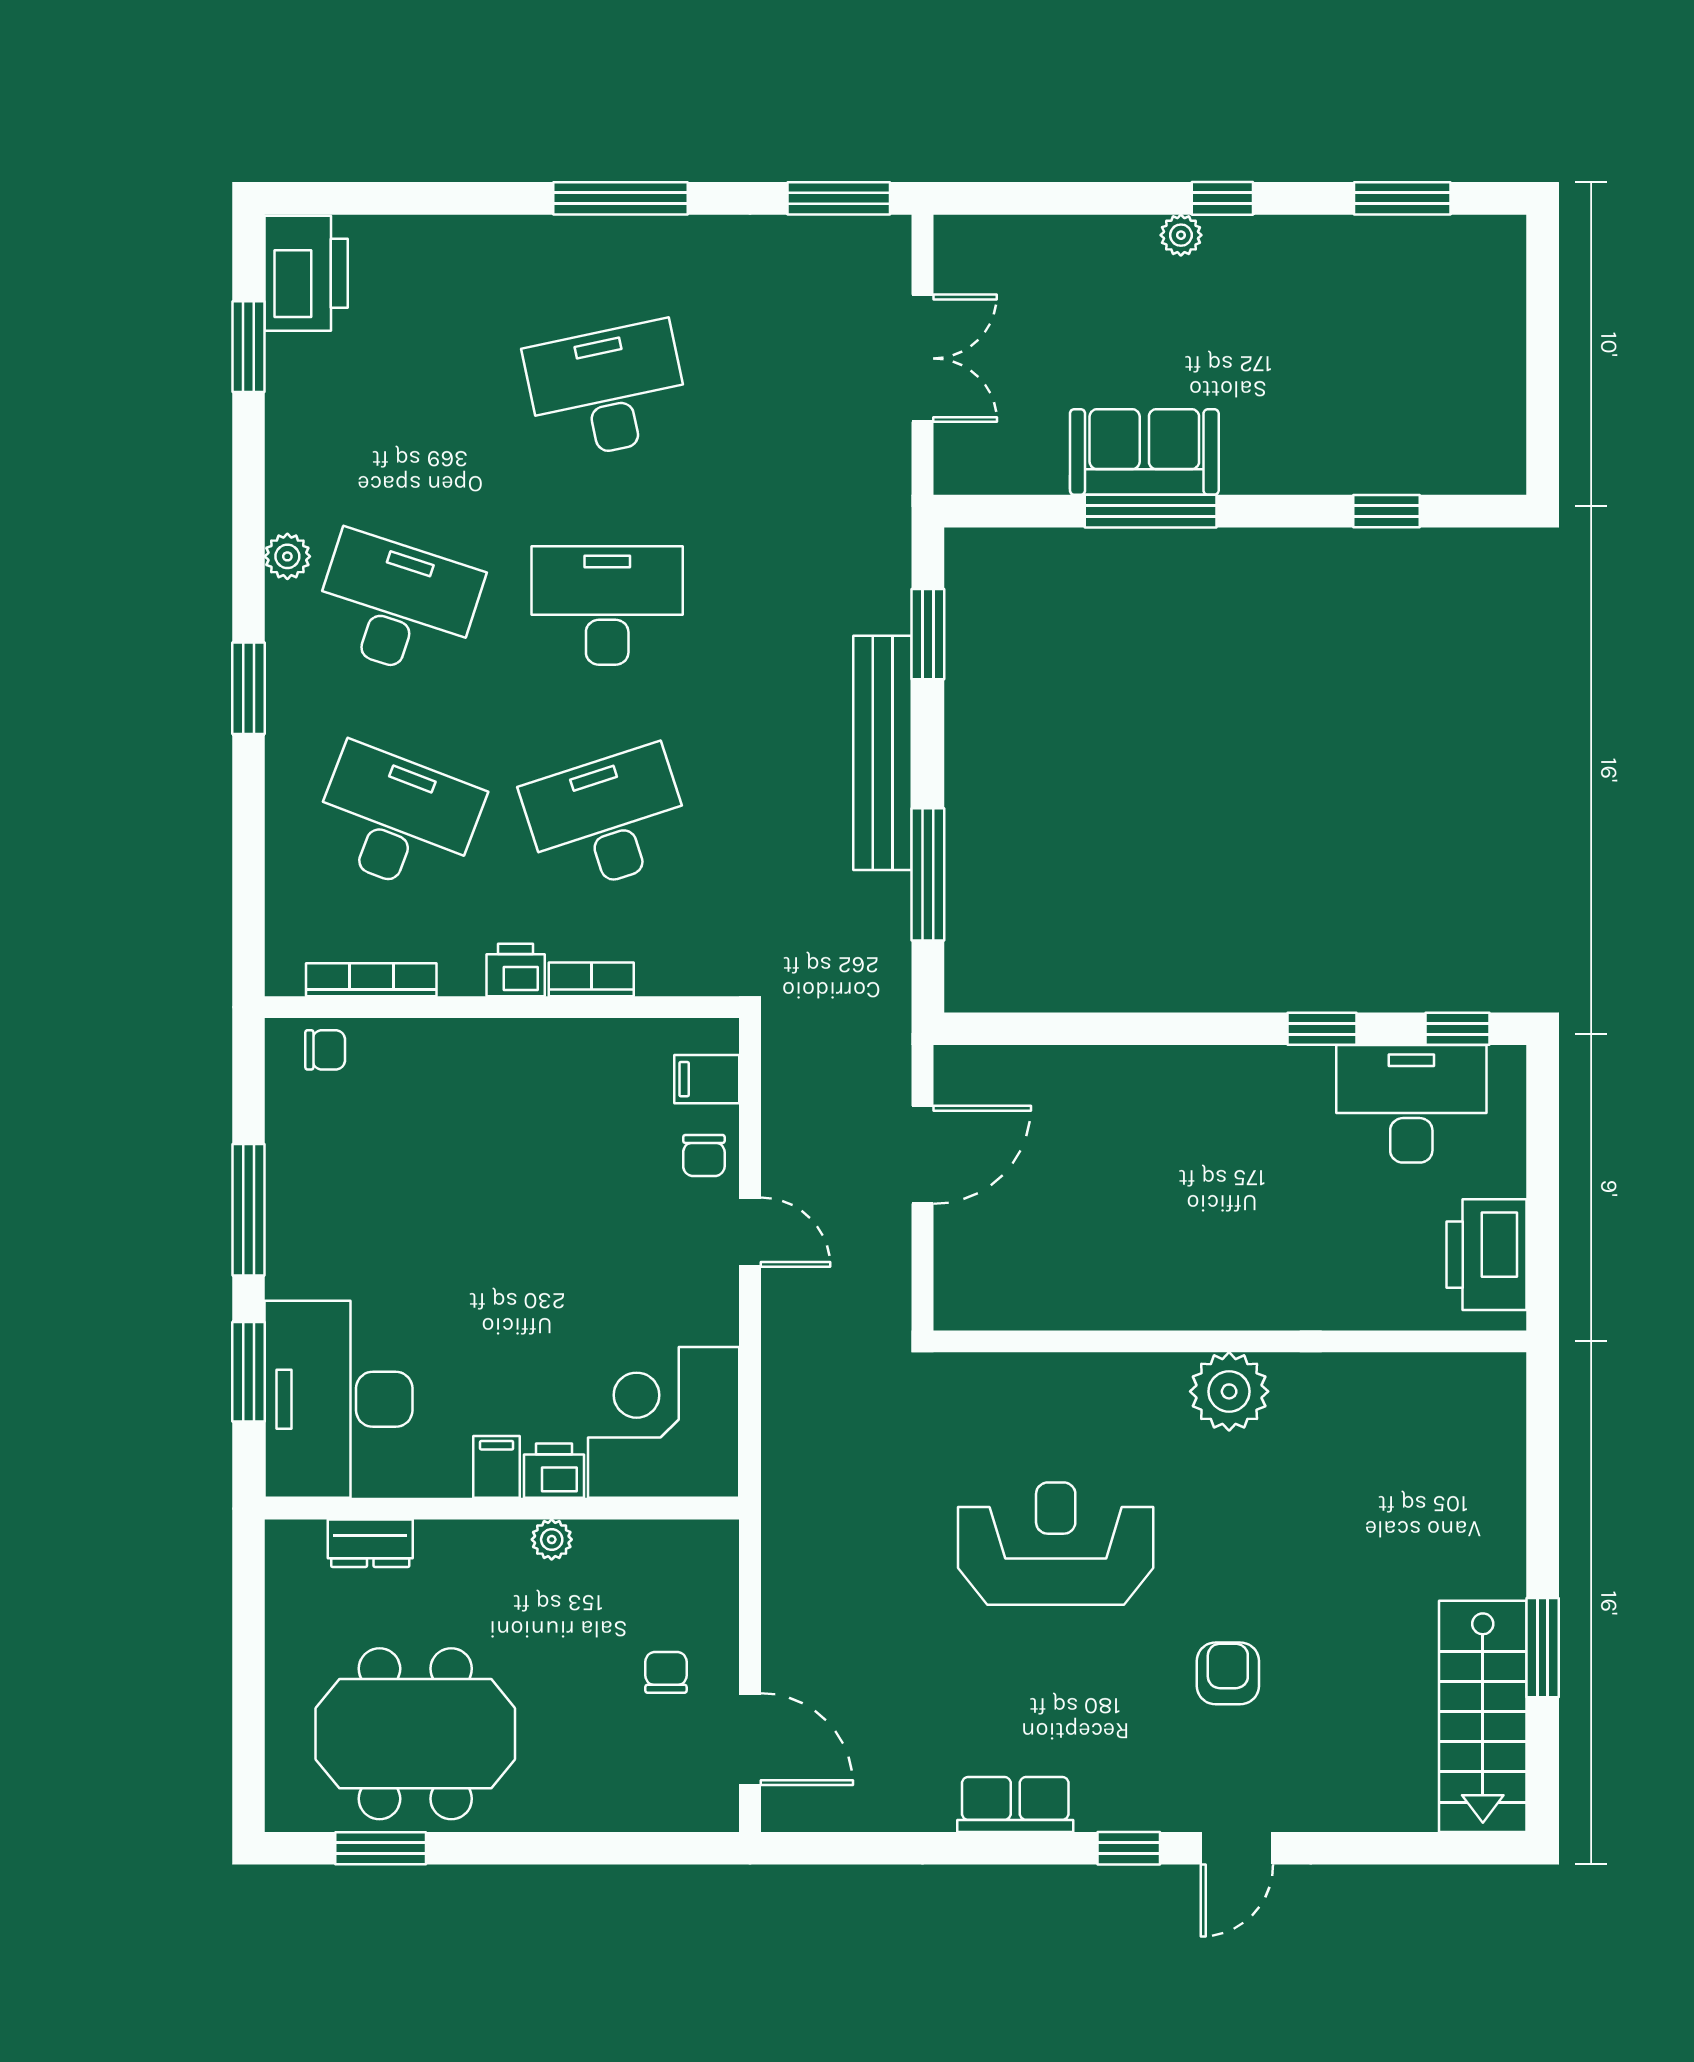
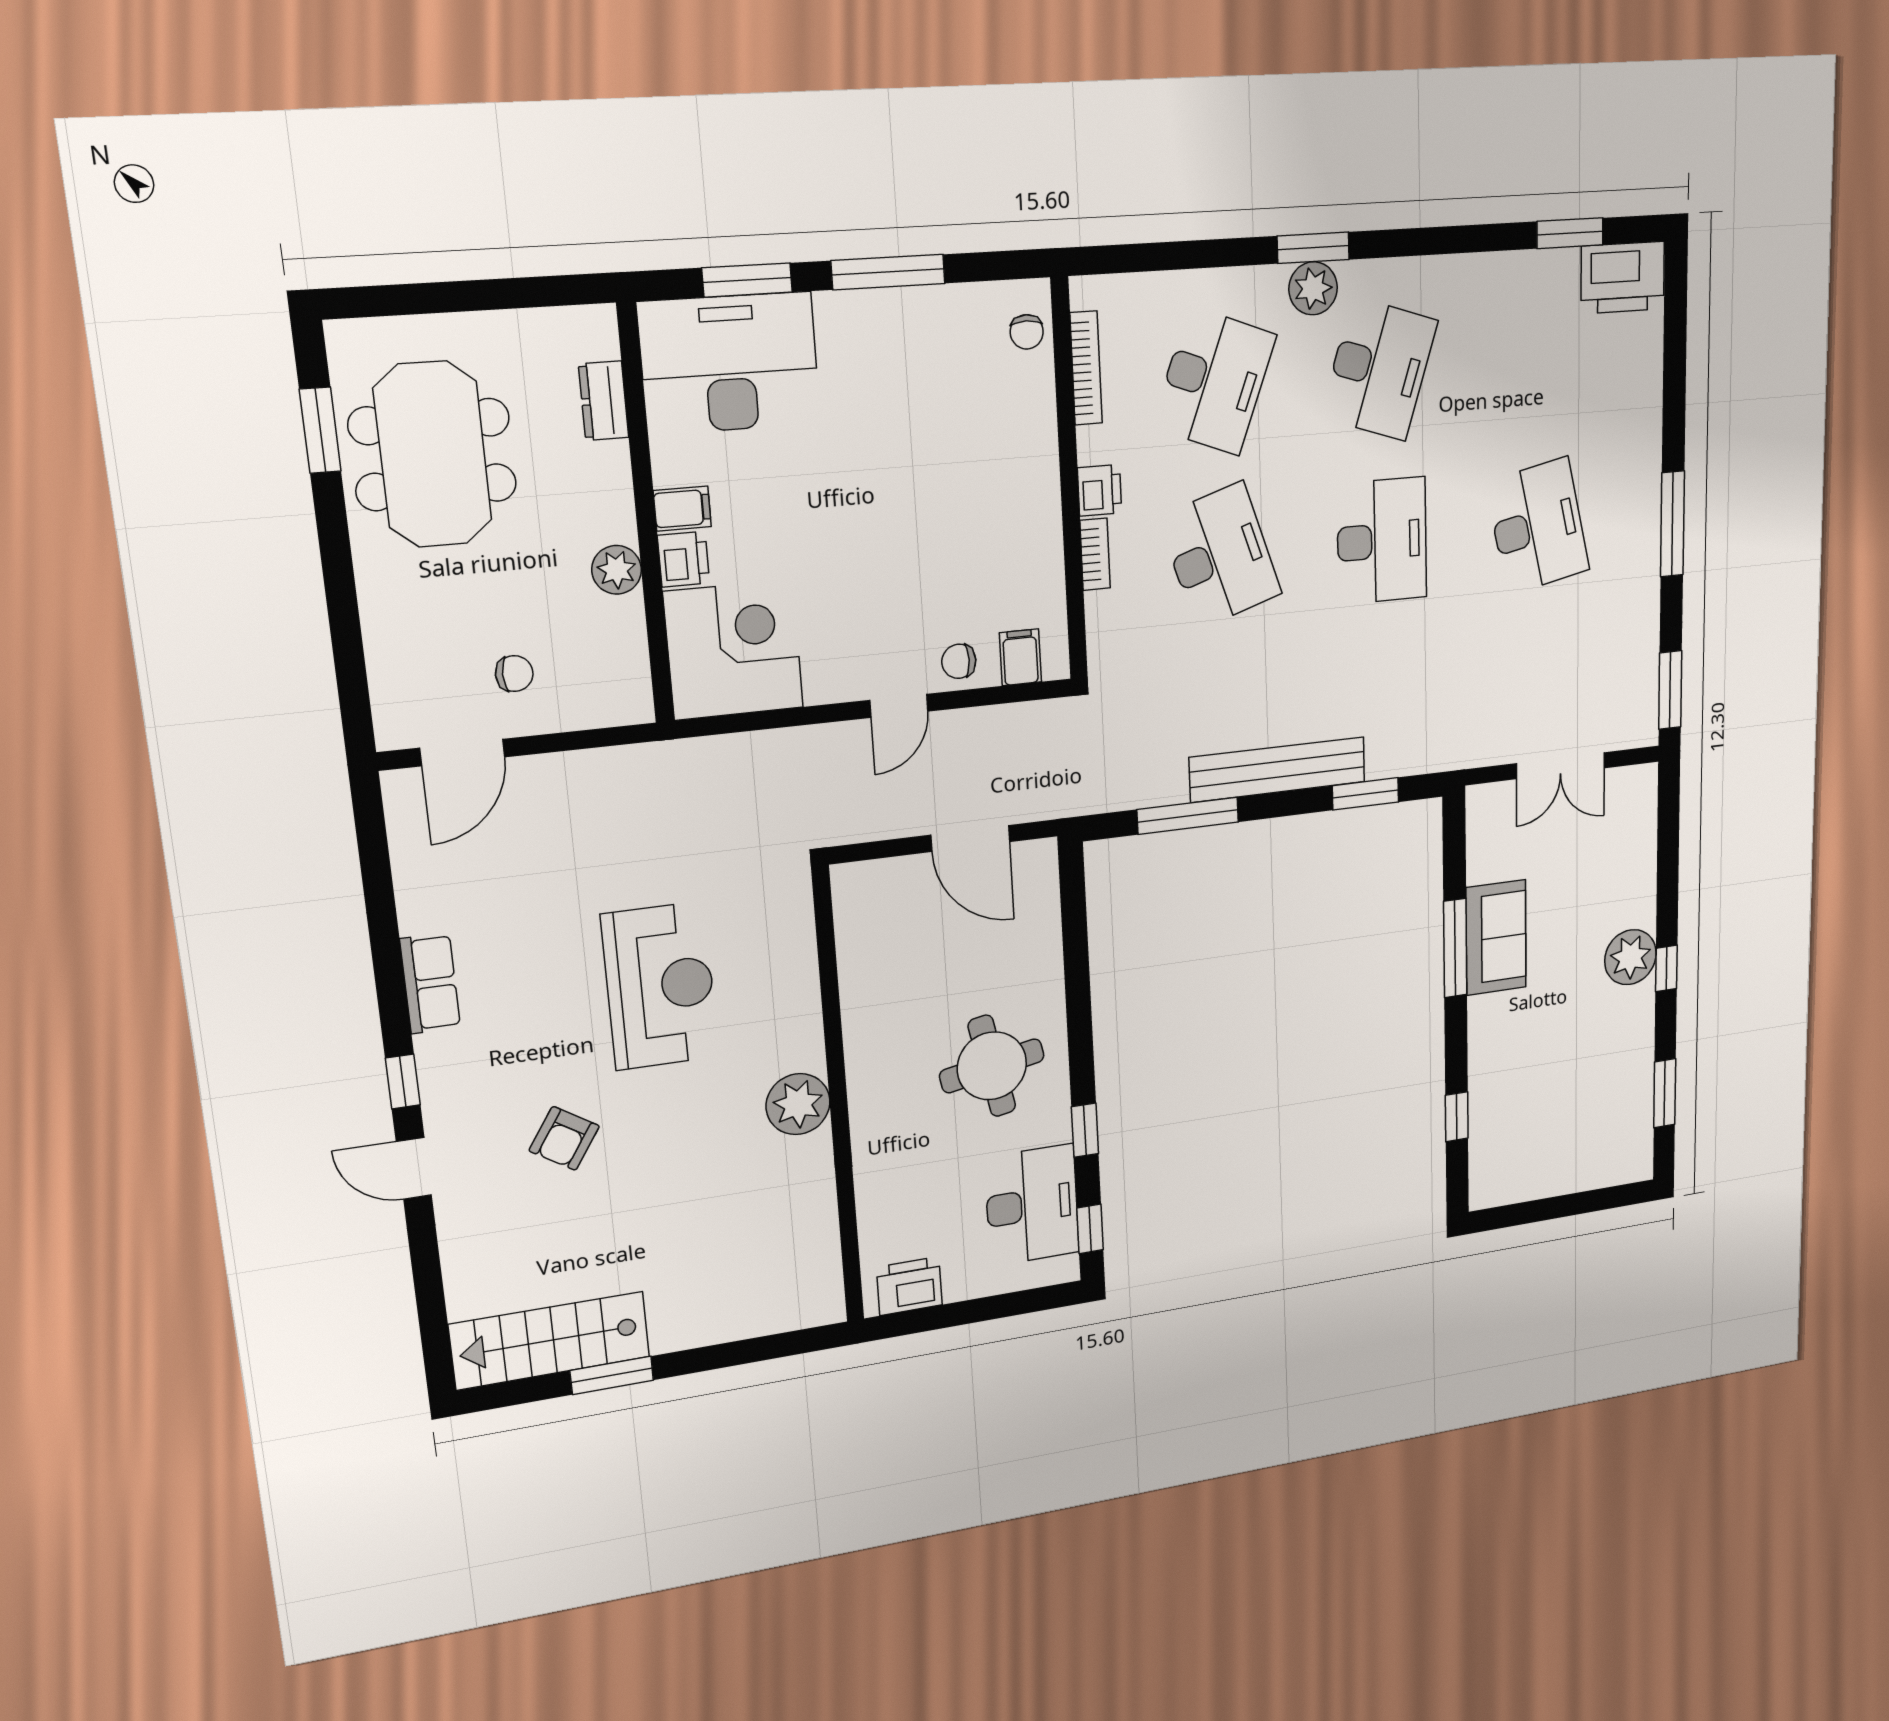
plant: (1181, 235) -> (1630, 957), width x1.88, depth x1.88
plant: (287, 556) -> (1313, 288), moved, width x1.38, depth x1.38
round table: (1217, 1145) -> (992, 1066), added
printer: (1487, 1255) -> (909, 1286), width x0.73, depth x0.84
plant: (552, 1540) -> (617, 570), width x1.38, depth x1.38
armchair: (1228, 1673) -> (564, 1138), turned 123

